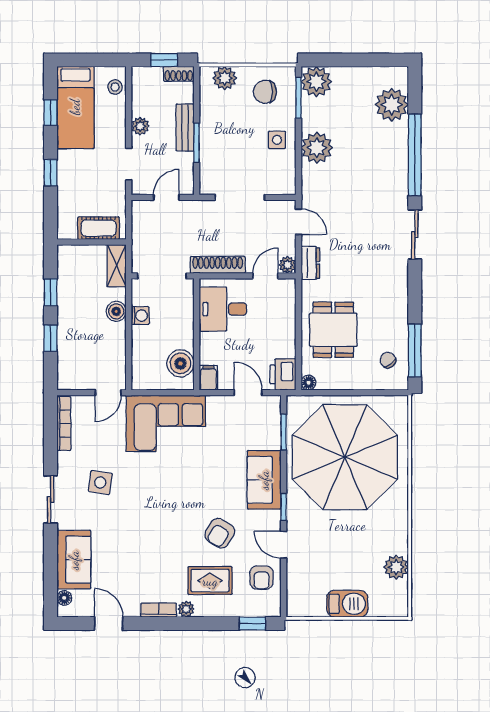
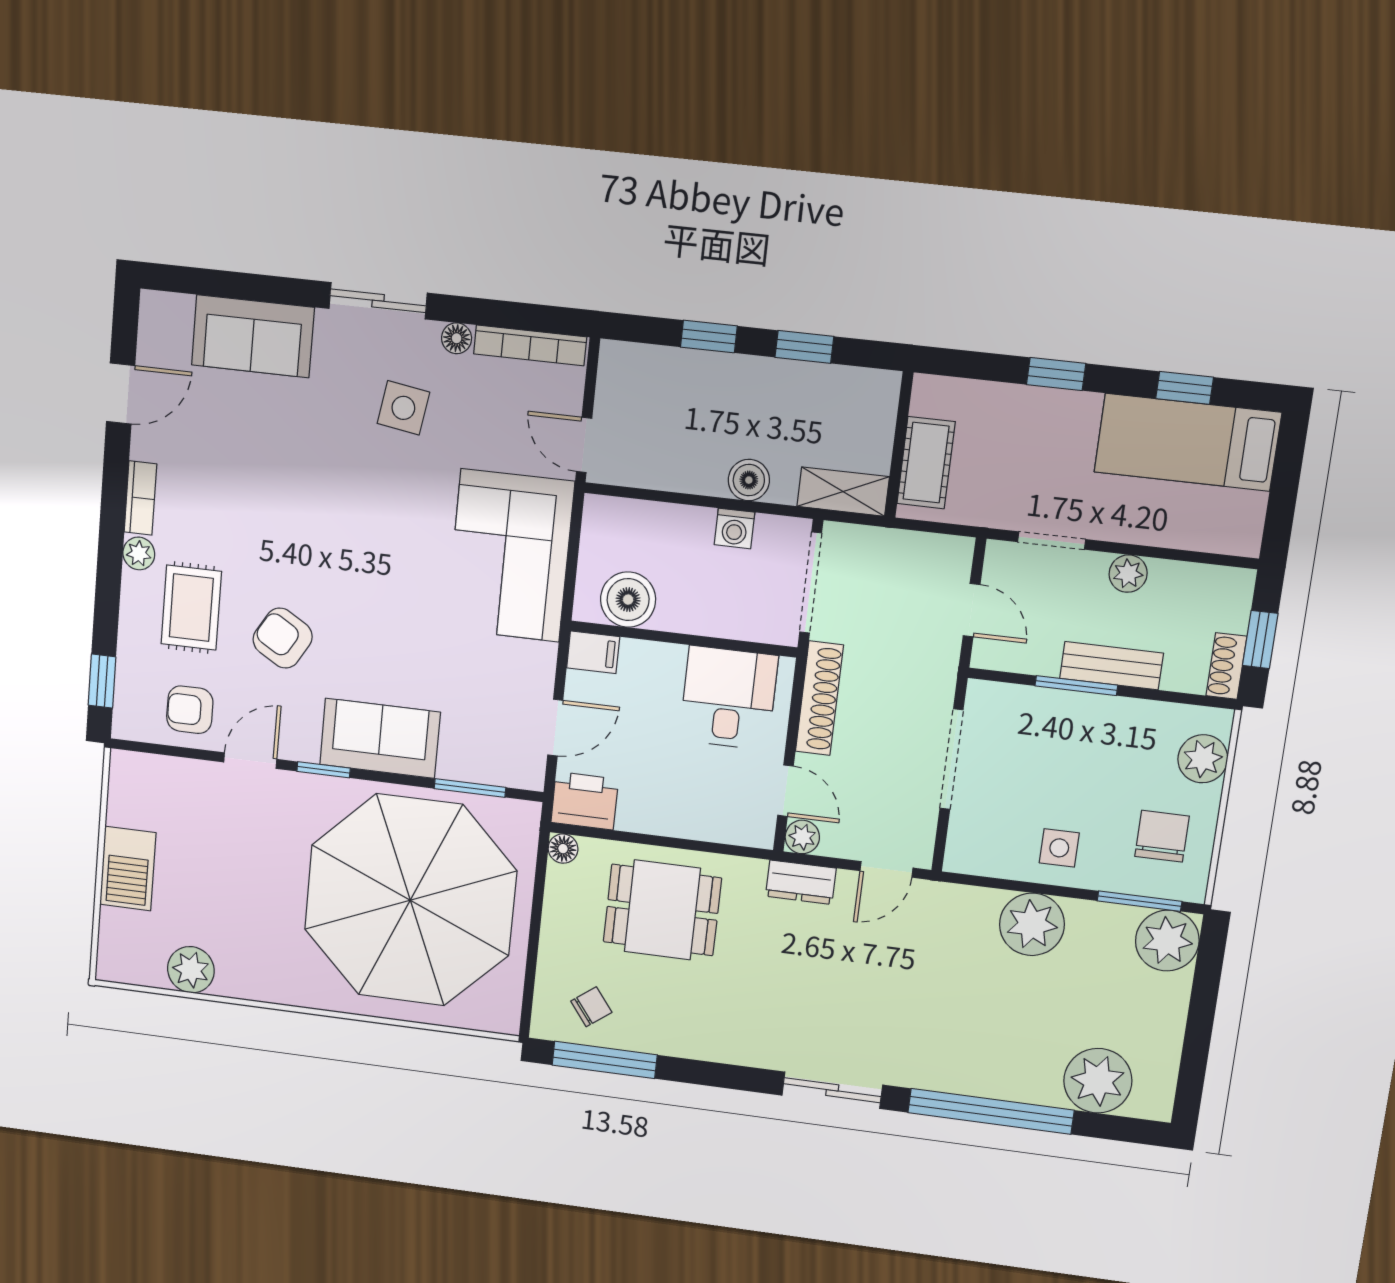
stool: (115, 87) -> (1219, 531), removed
floor lamp: (64, 598) -> (457, 338), moved

